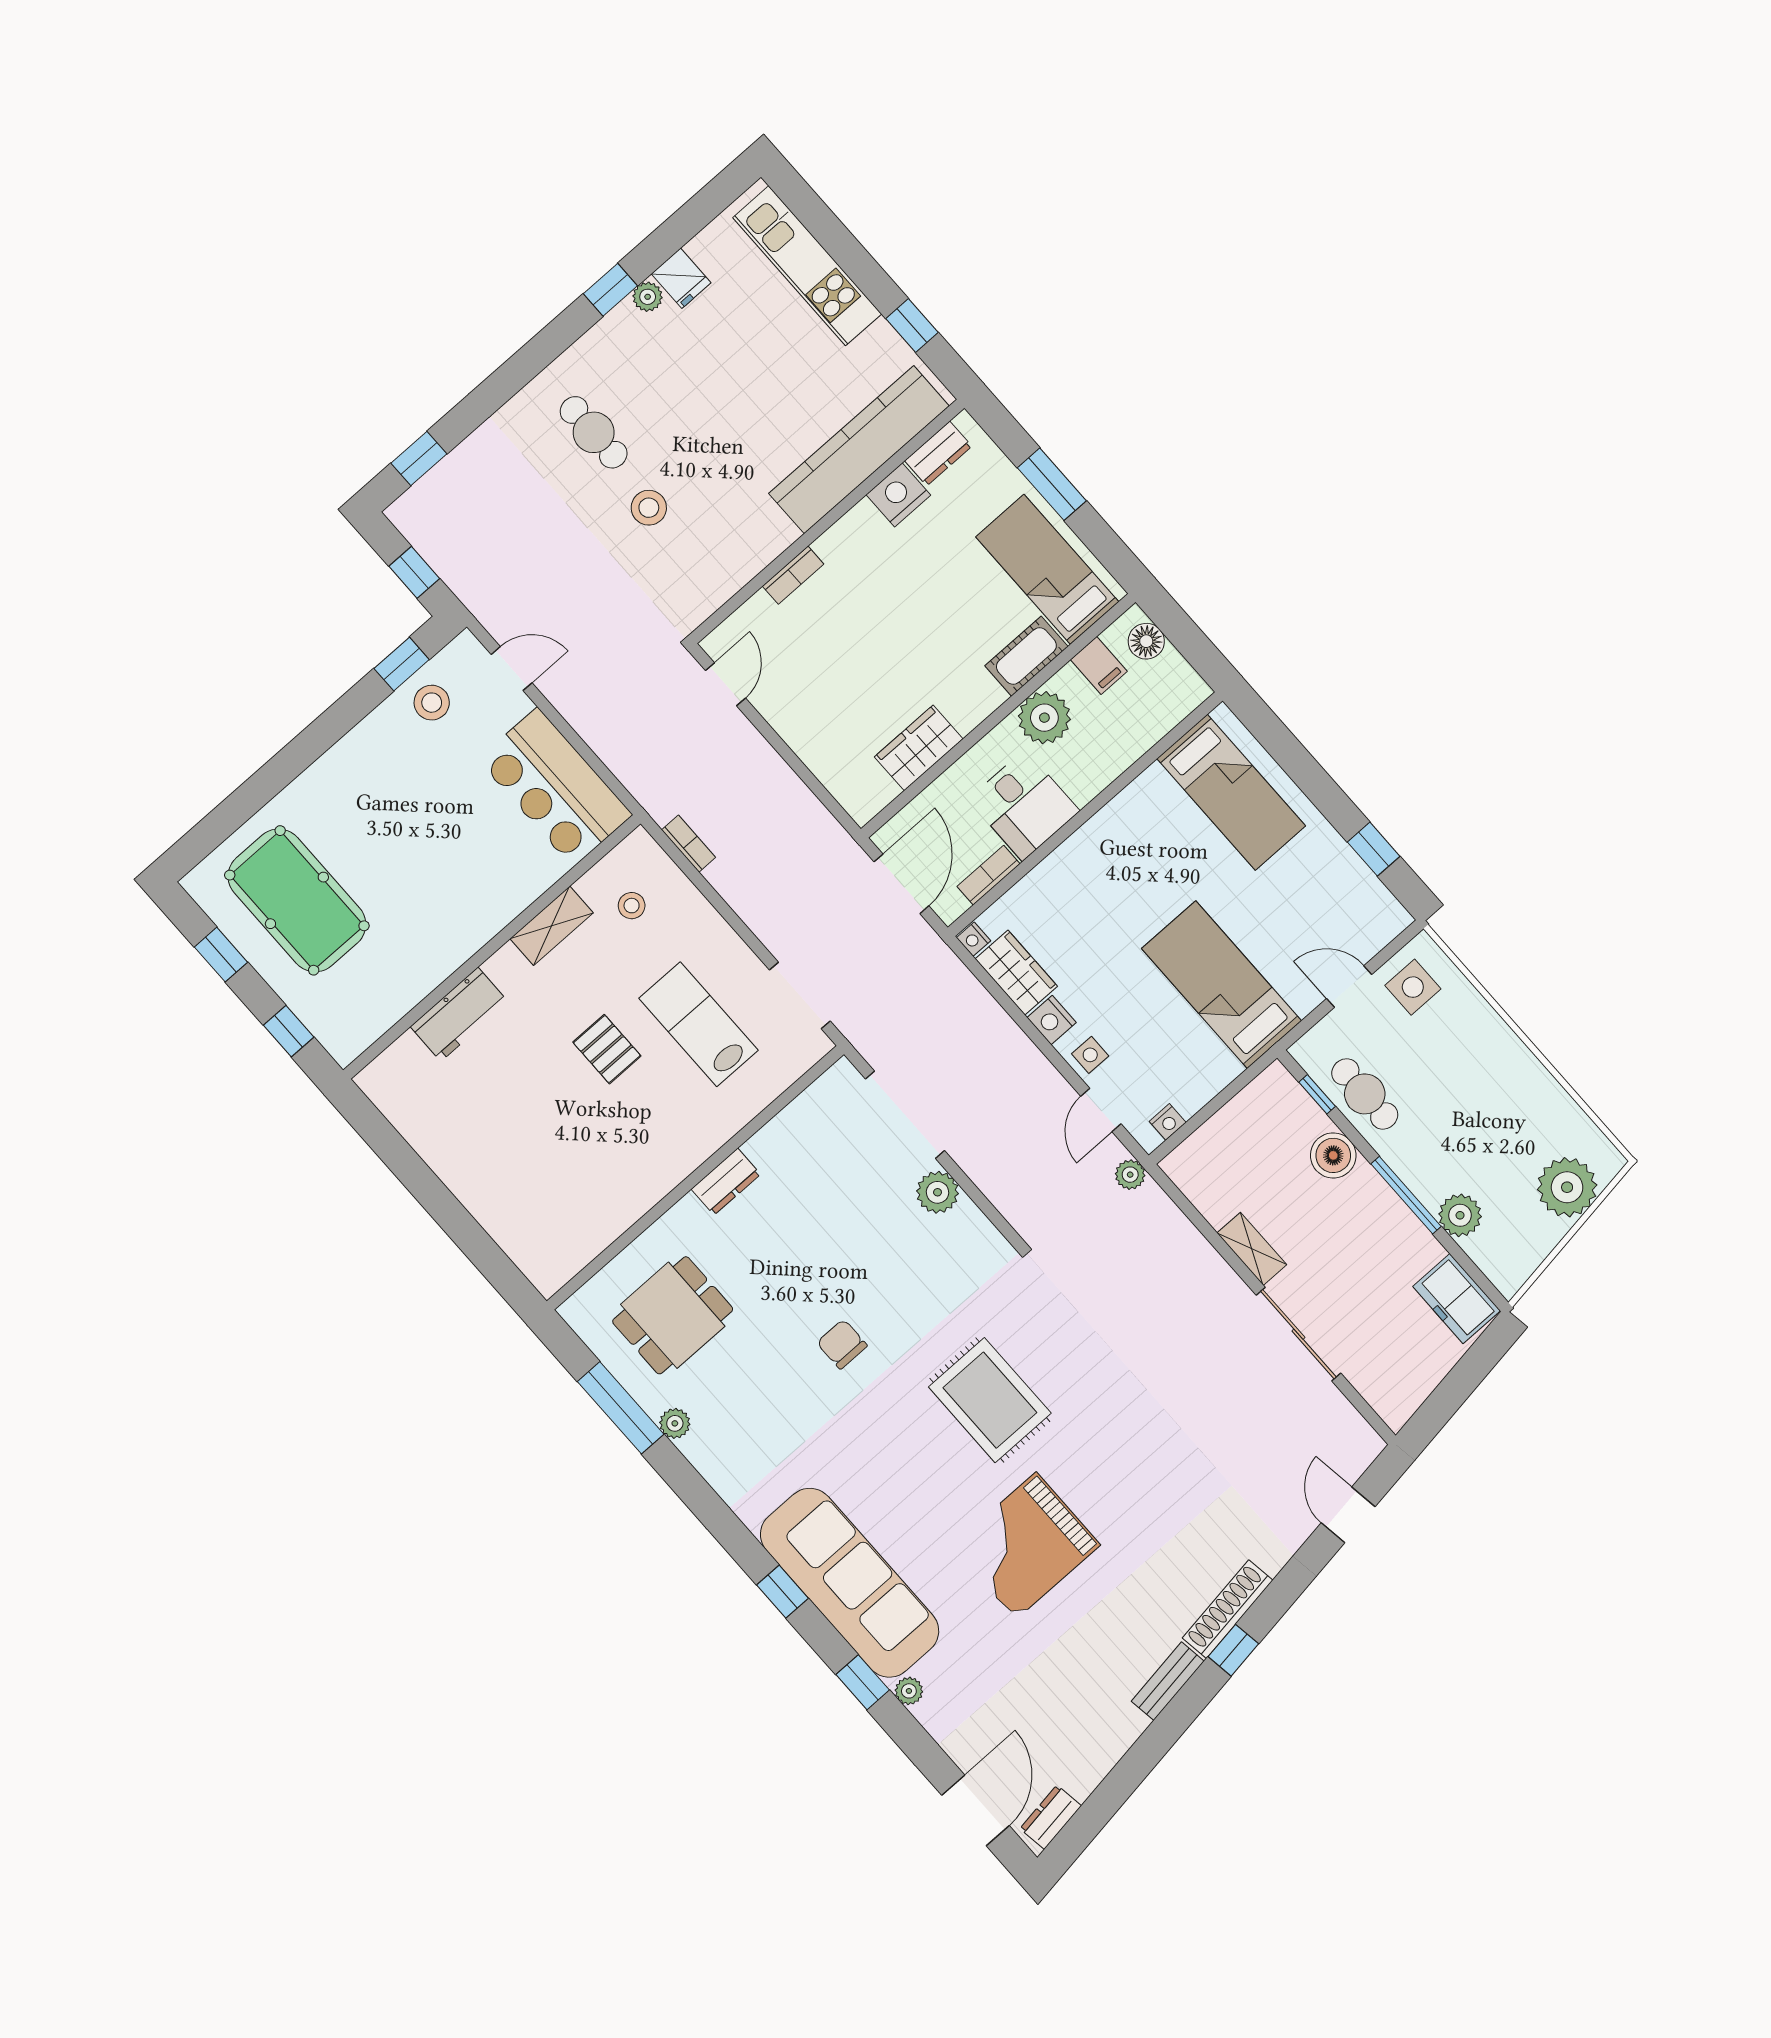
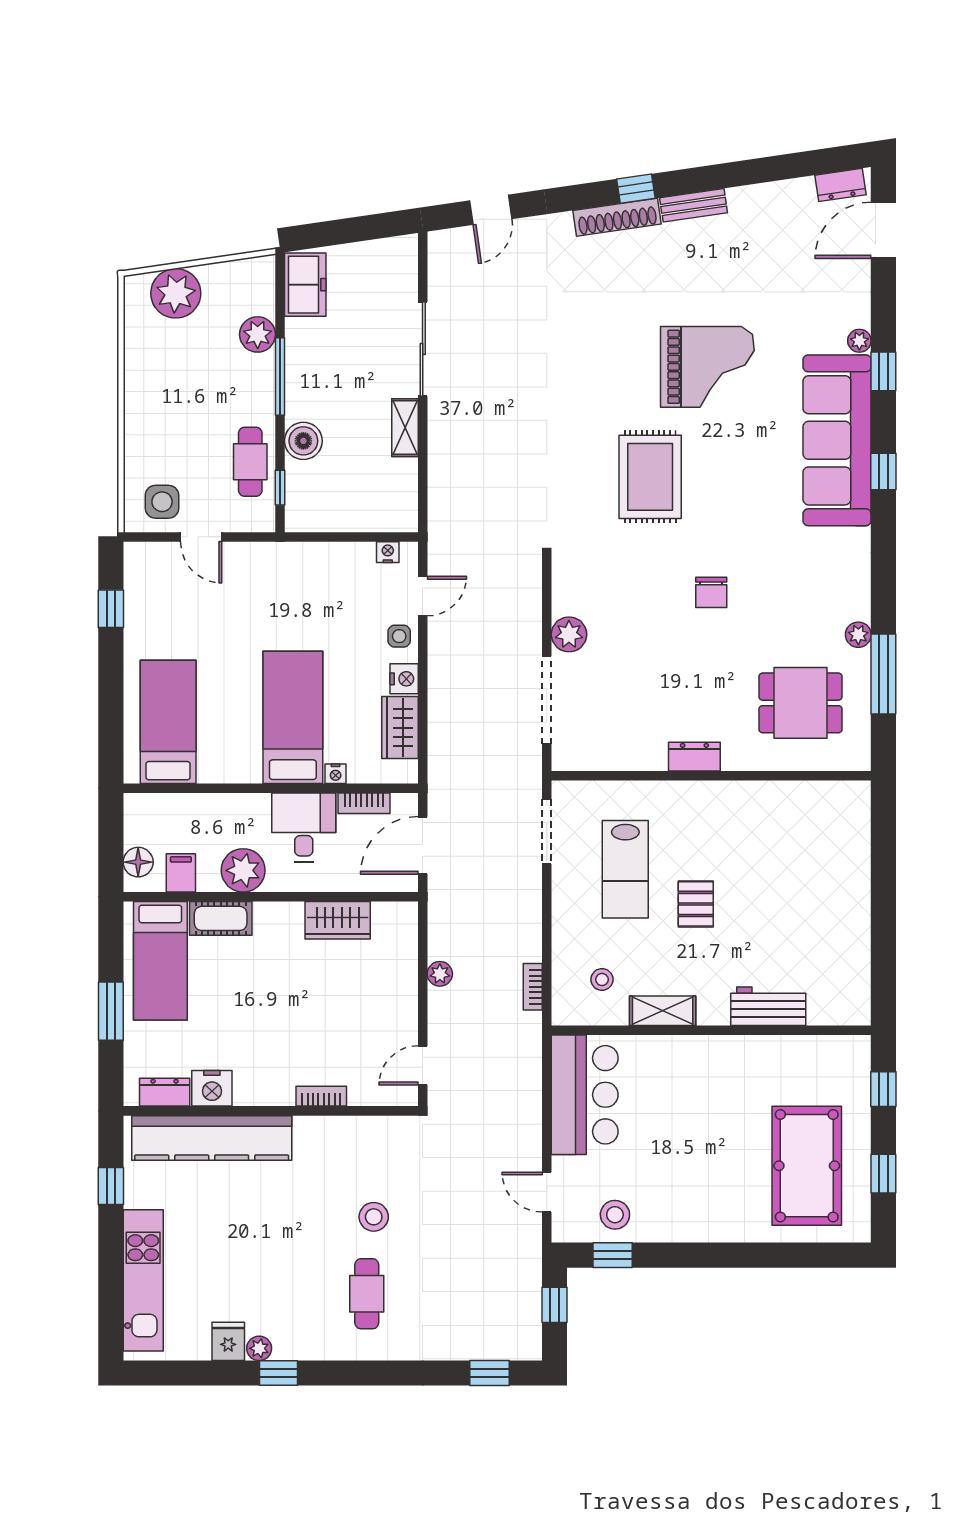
nightstand: (974, 939) -> (336, 774), moved, turned 90
bed: (1222, 985) -> (293, 717), moved, turned 180
plant: (1130, 1175) -> (440, 974), moved

